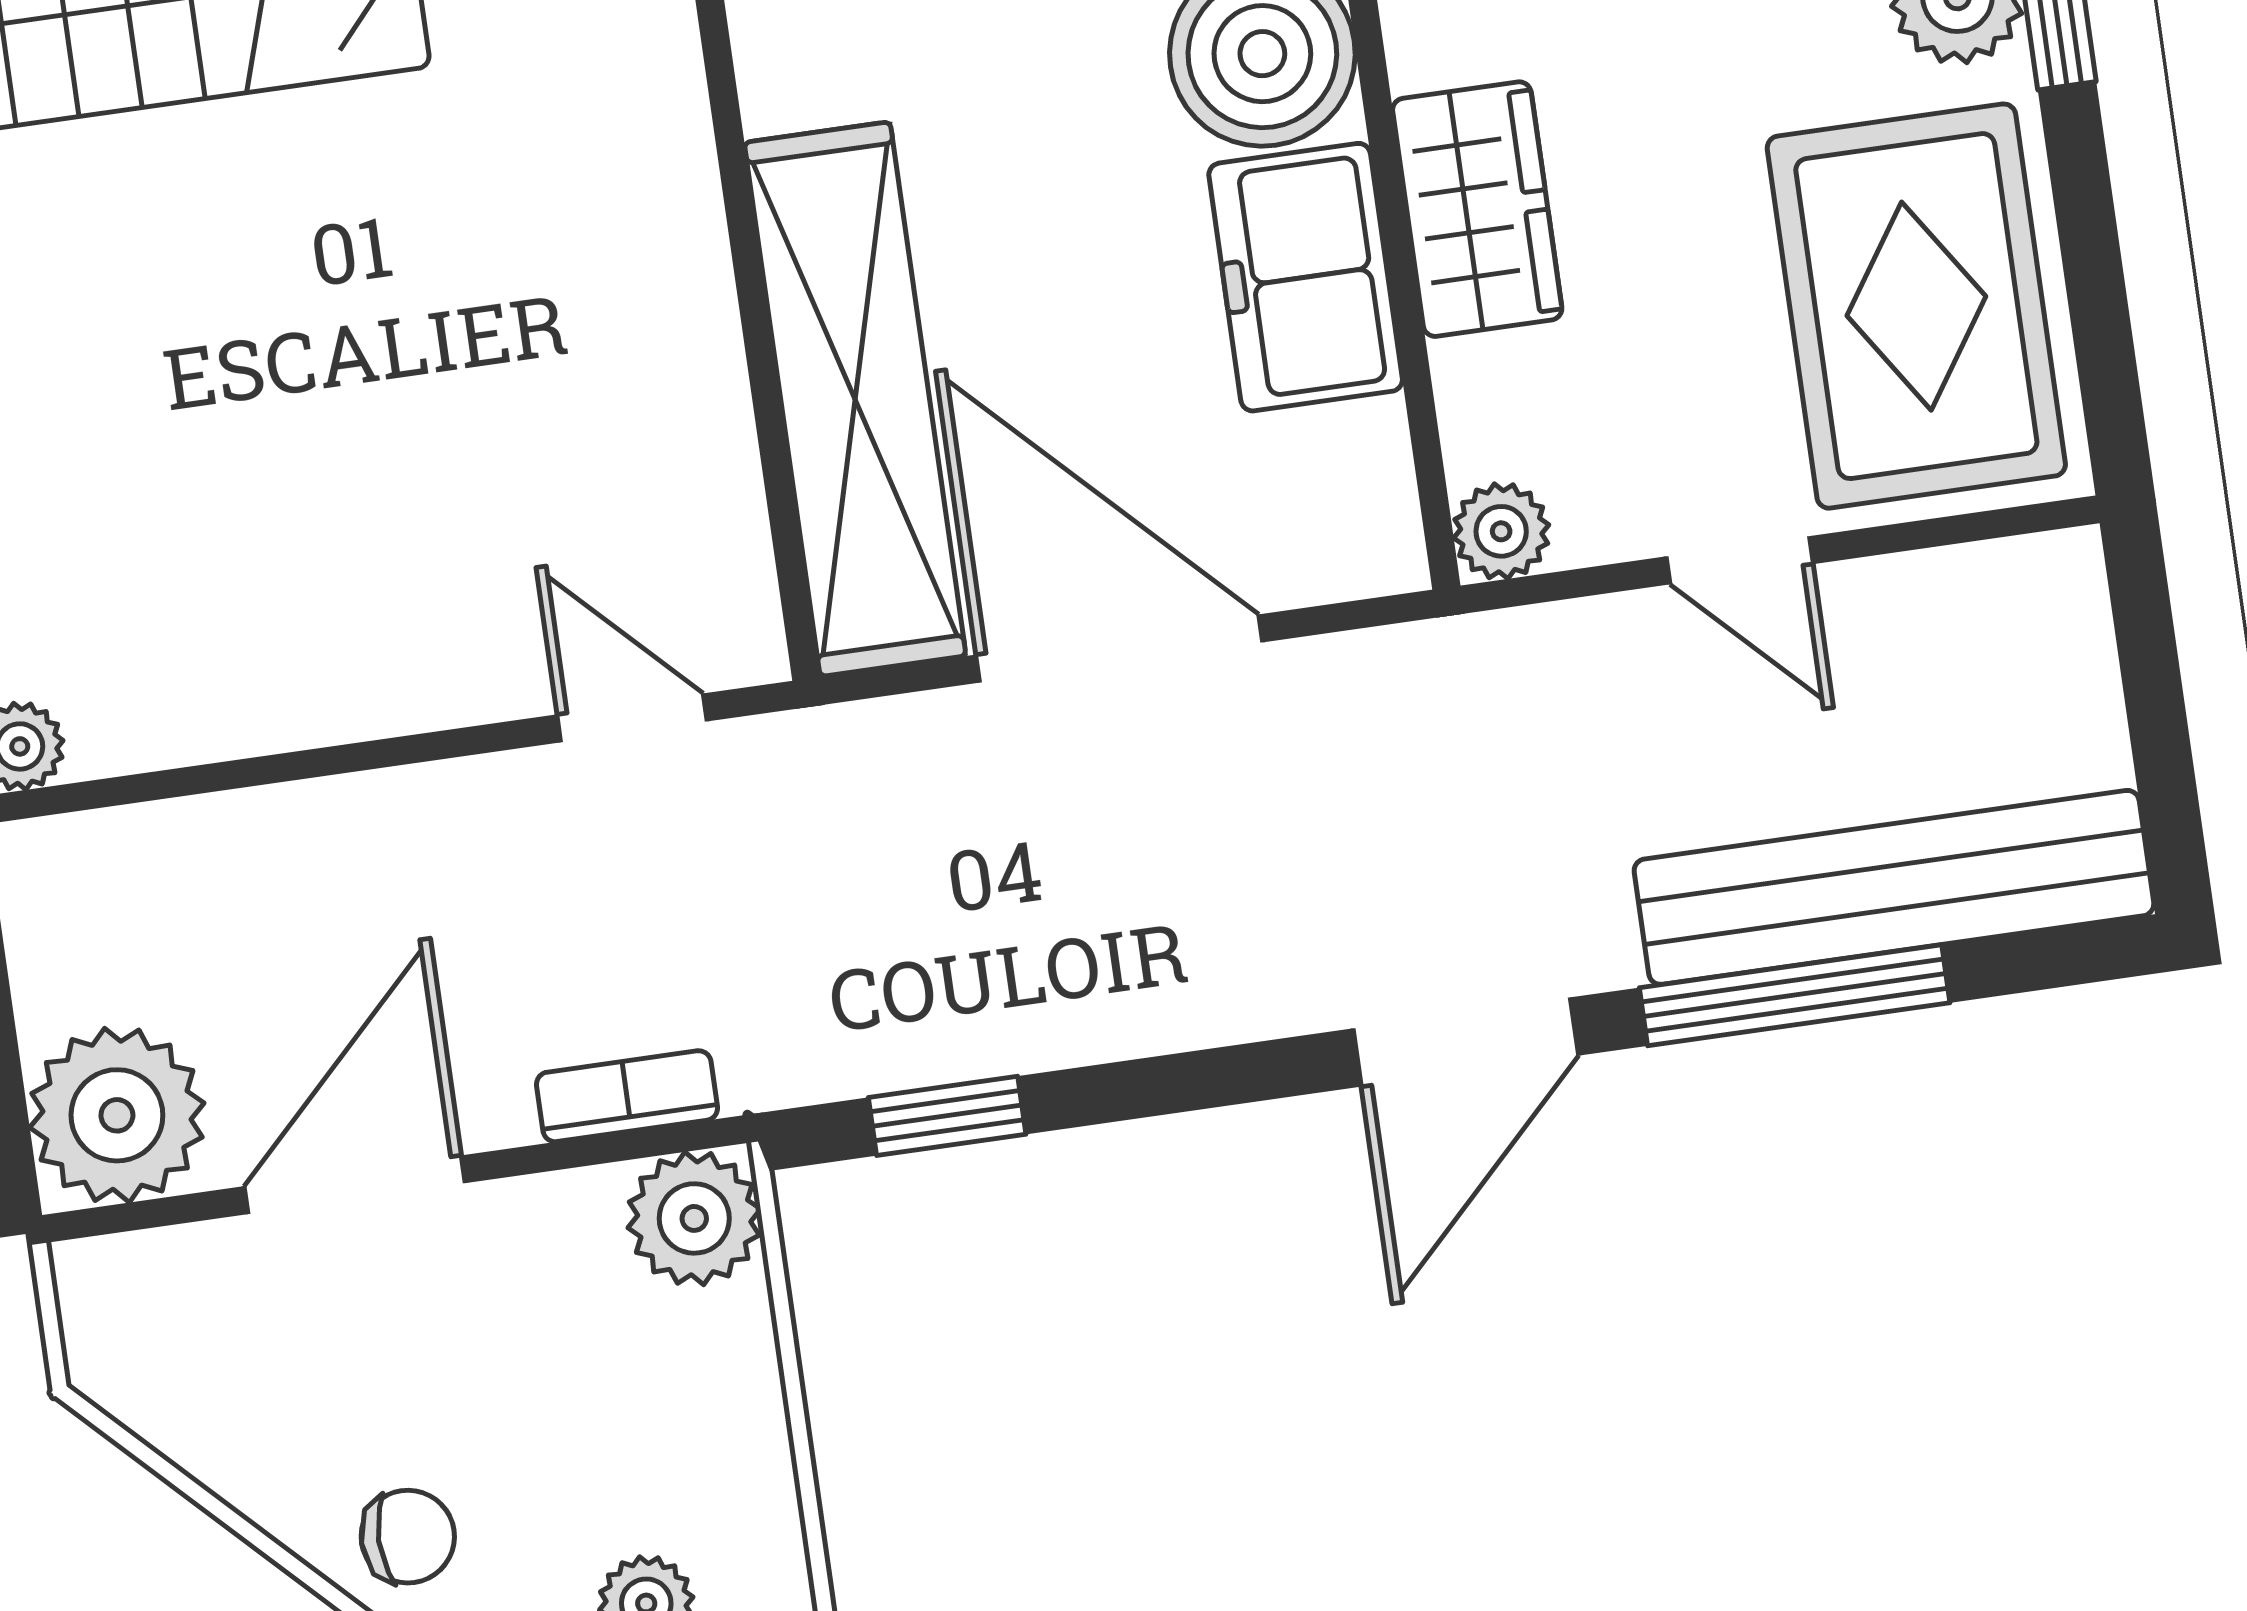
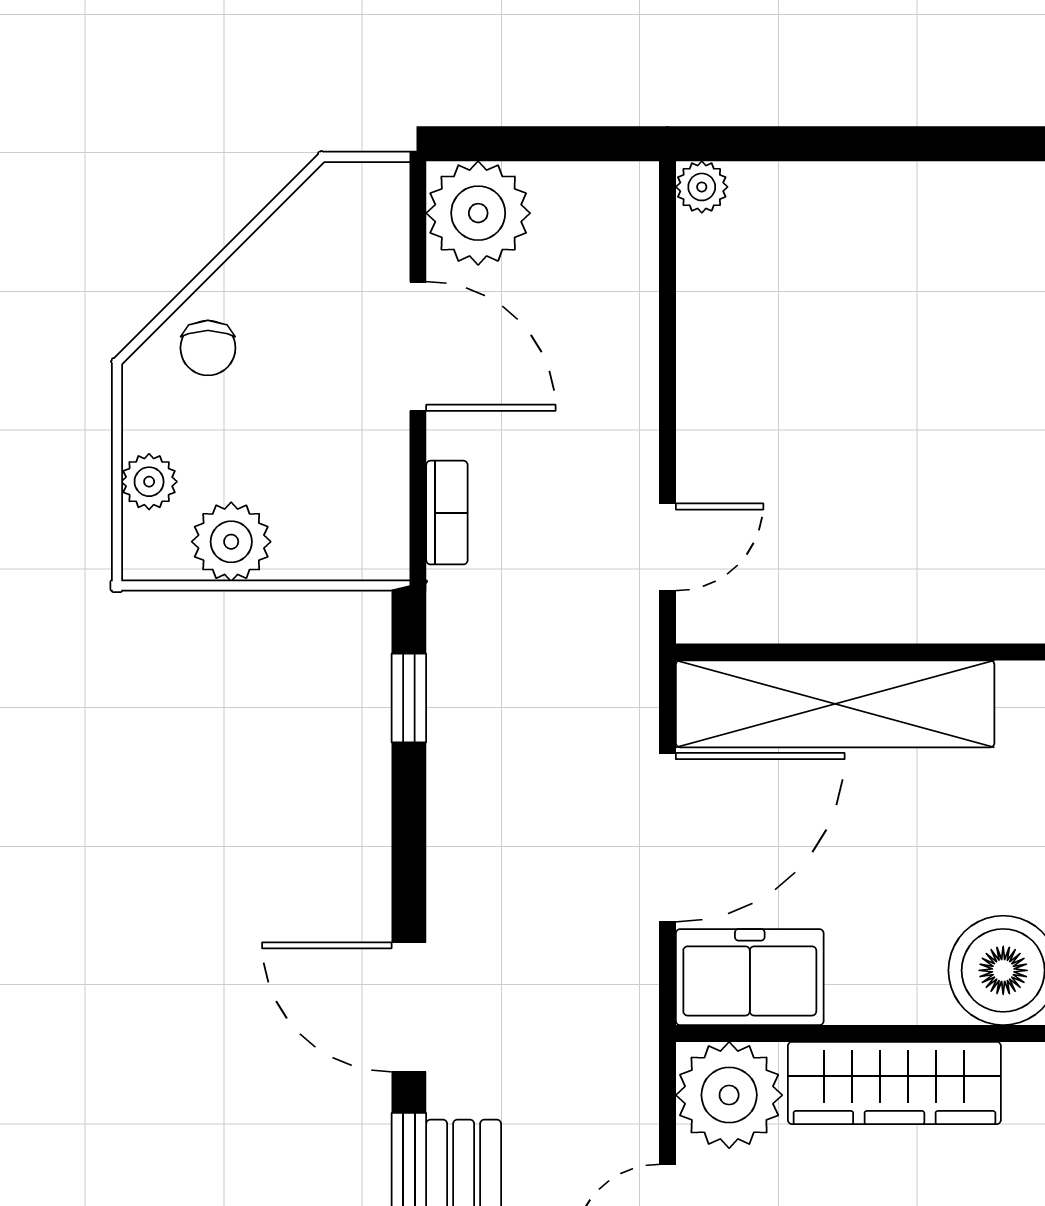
wardrobe: (1477, 209) -> (894, 1083), width x1.50
freezer: (1306, 277) -> (750, 977), moved
plant: (1501, 531) -> (729, 1095), width x1.88, depth x1.88
plant: (694, 1218) -> (231, 542), moved

